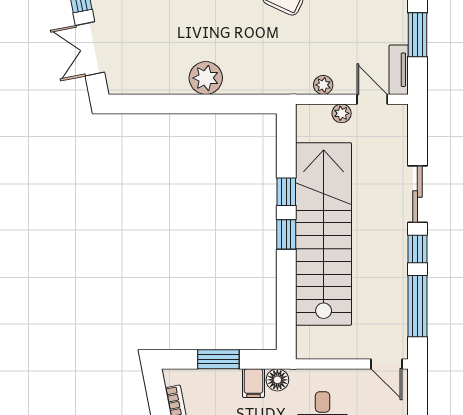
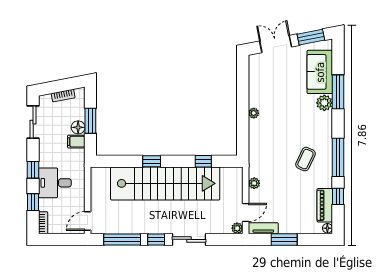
plant: (206, 78) -> (254, 113), width x0.53, depth x0.53
plant: (342, 113) -> (237, 228), moved
window: (286, 192) -> (203, 161), moved
window: (286, 234) -> (152, 161), moved
floor lamp: (277, 380) -> (78, 127), moved

